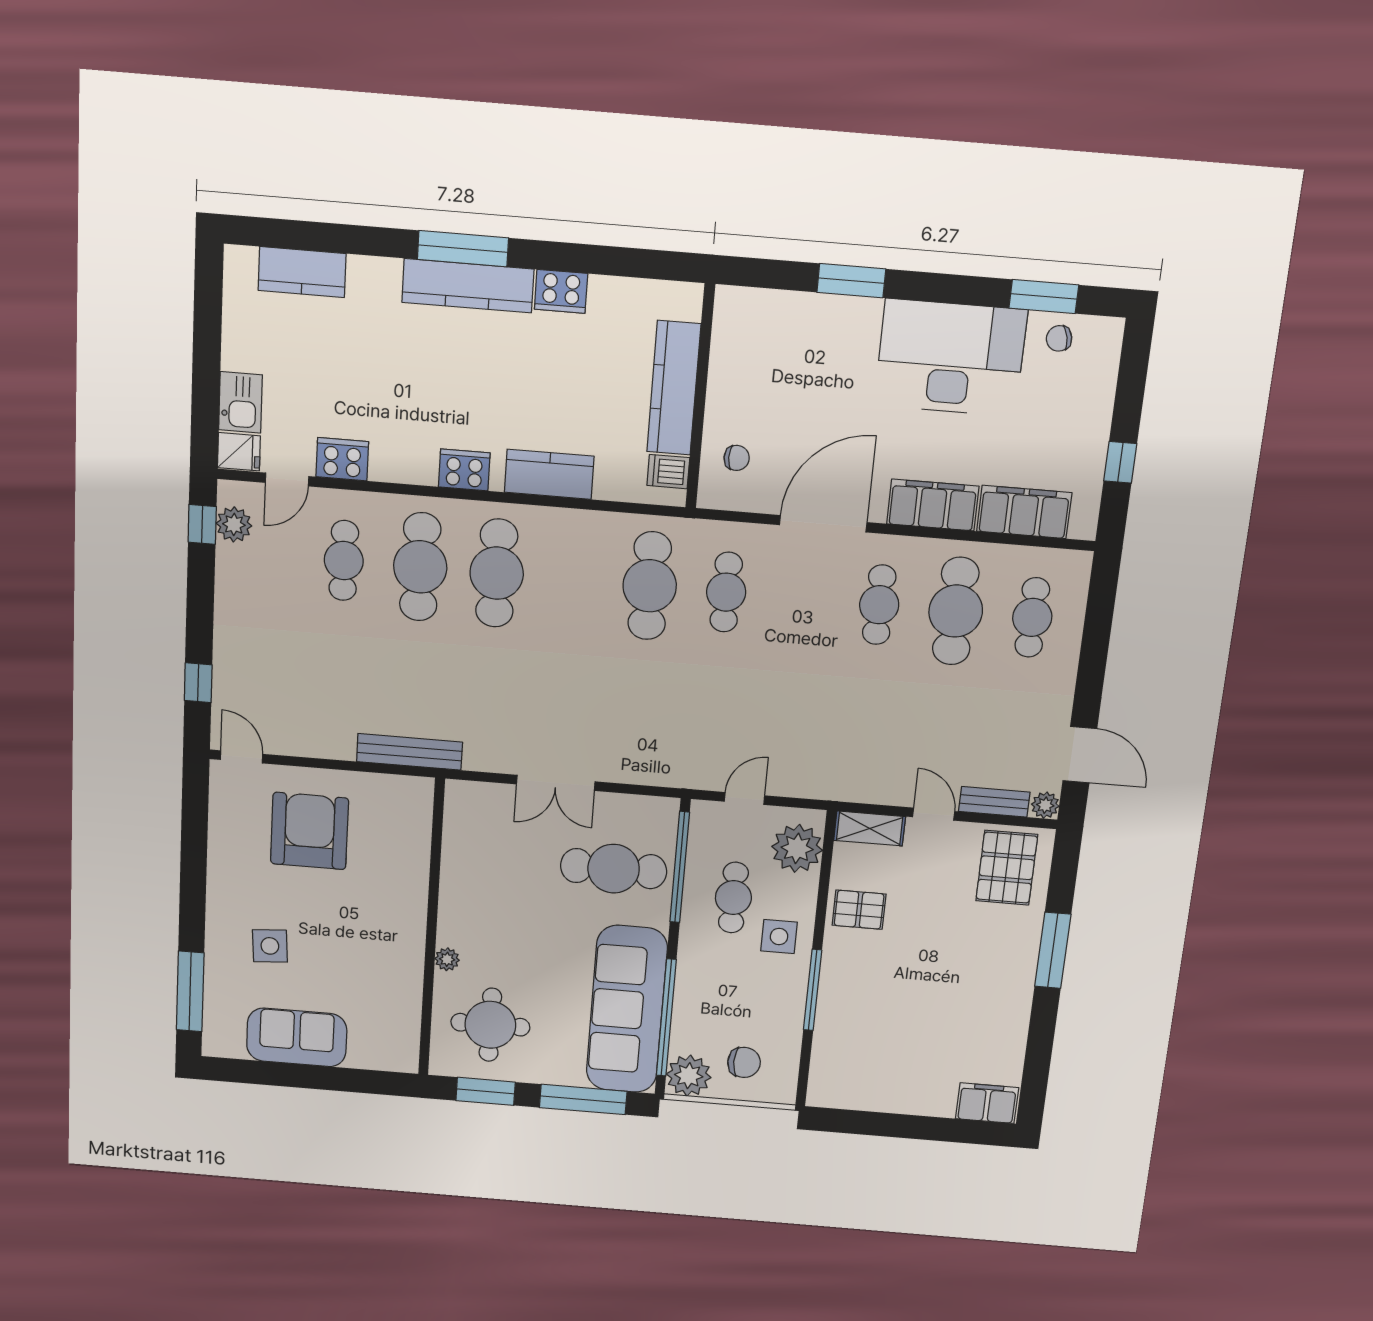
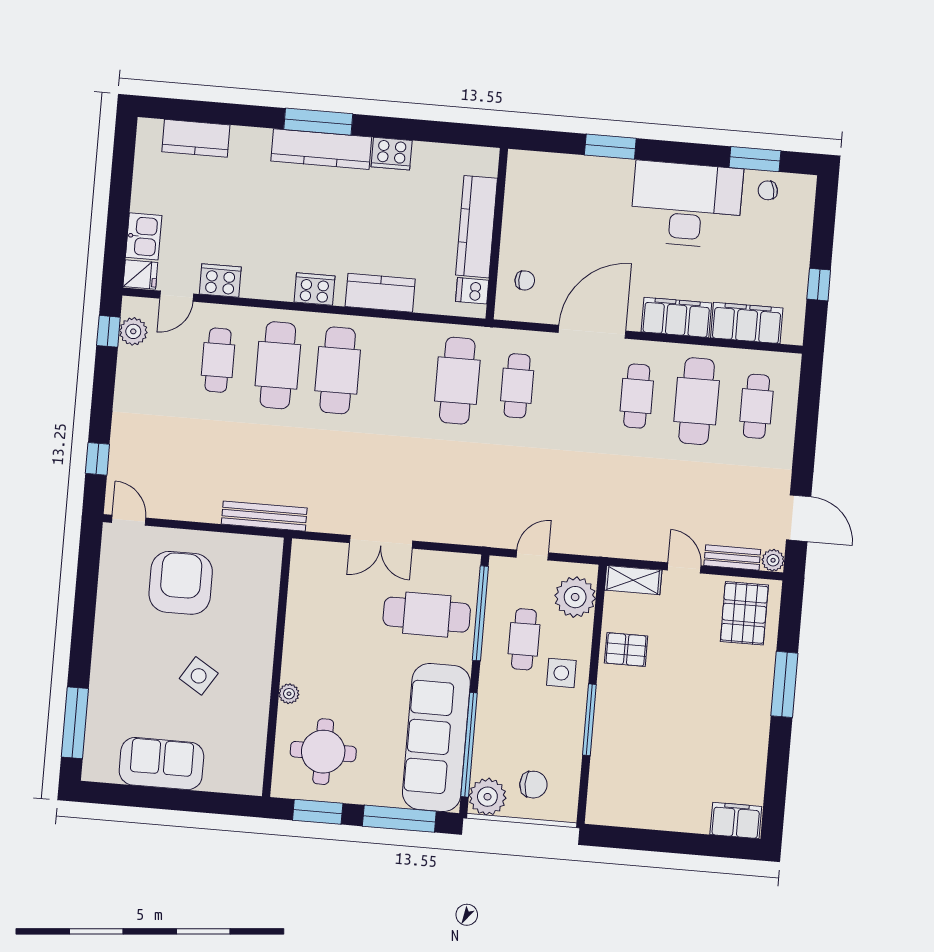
side table: (270, 946) -> (199, 676), moved, turned 36

